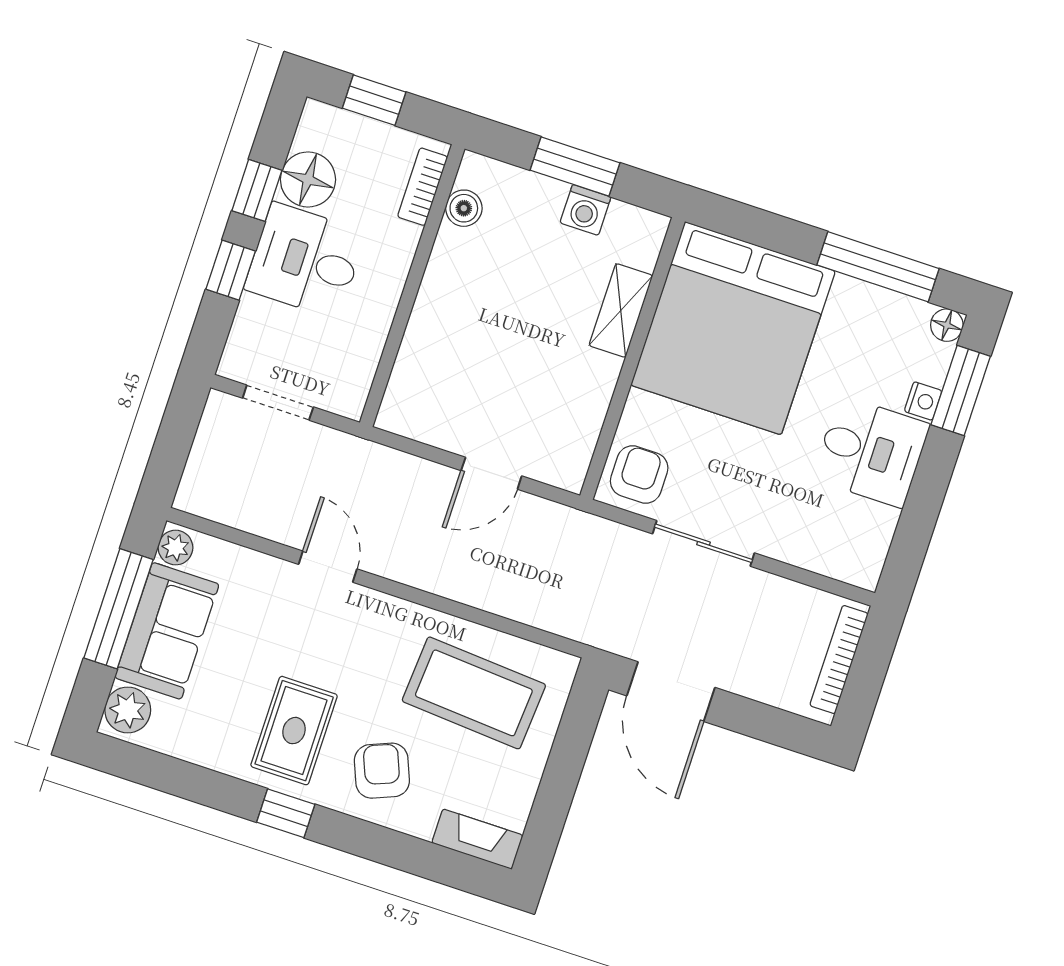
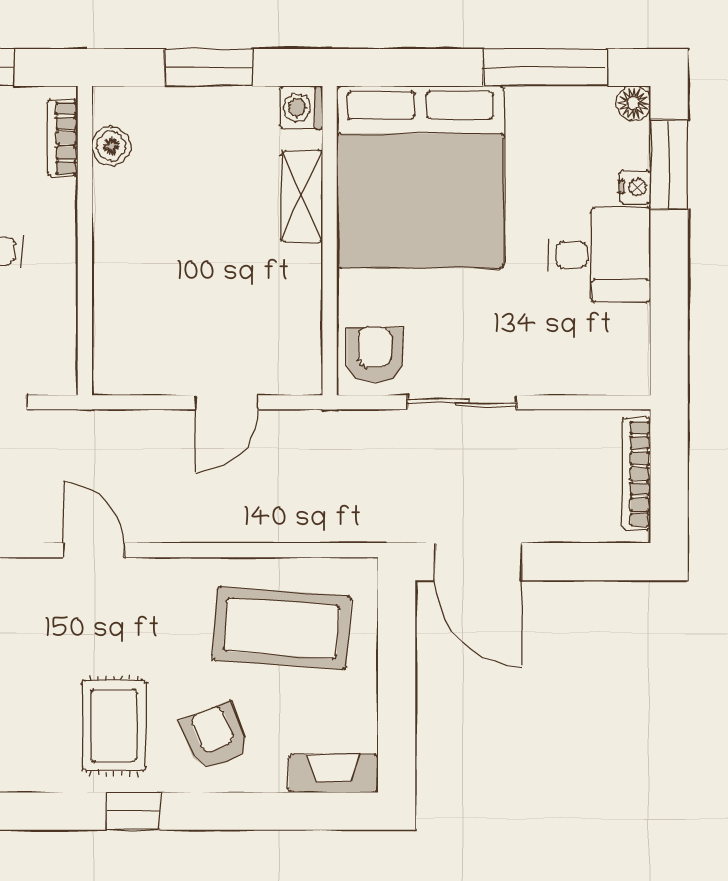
washing machine: (585, 210) -> (301, 108), moved, turned 90

